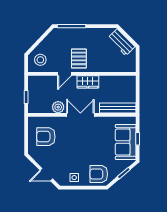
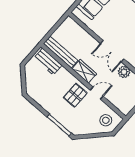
workbench: (121, 42) -> (48, 62), moved, turned 135
bench: (118, 108) -> (61, 52), moved

